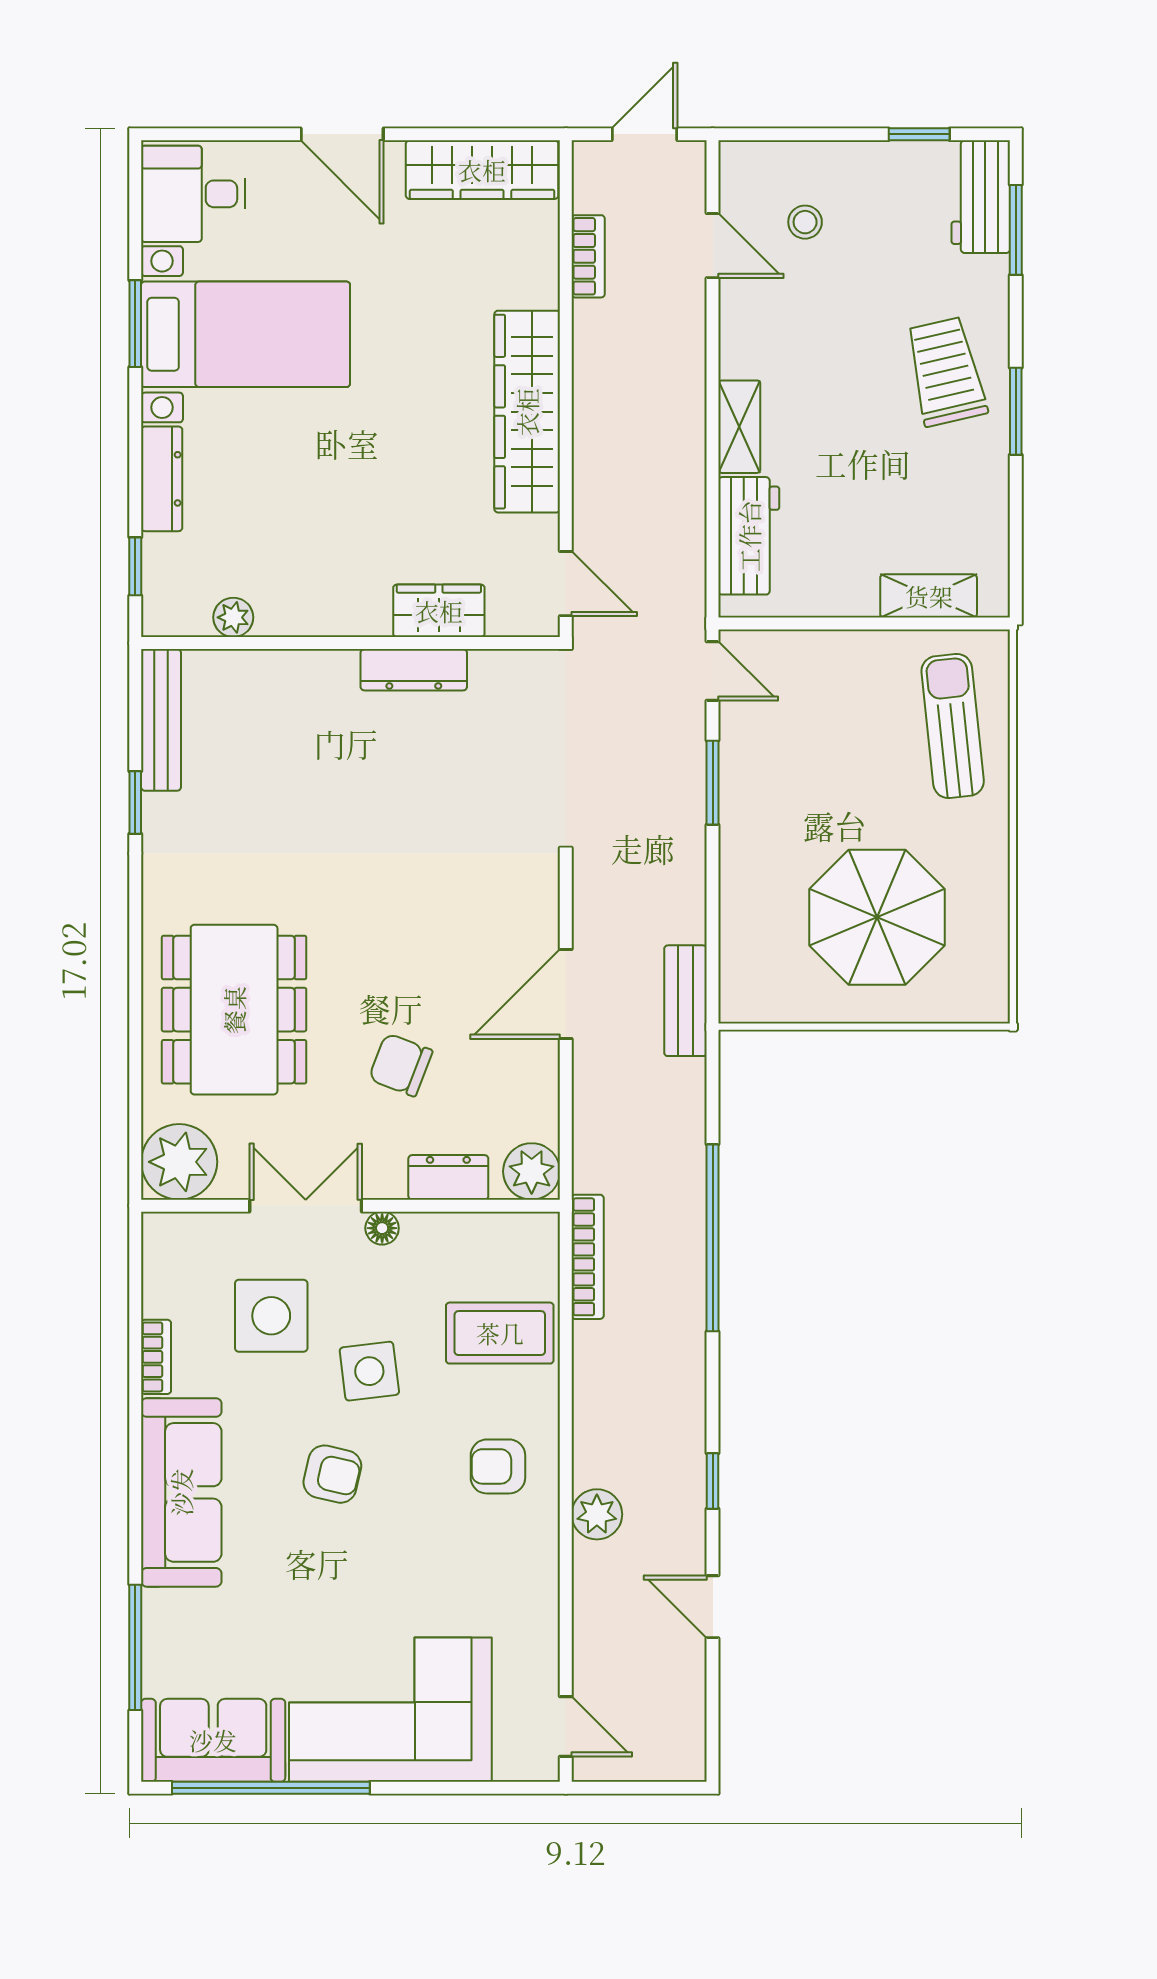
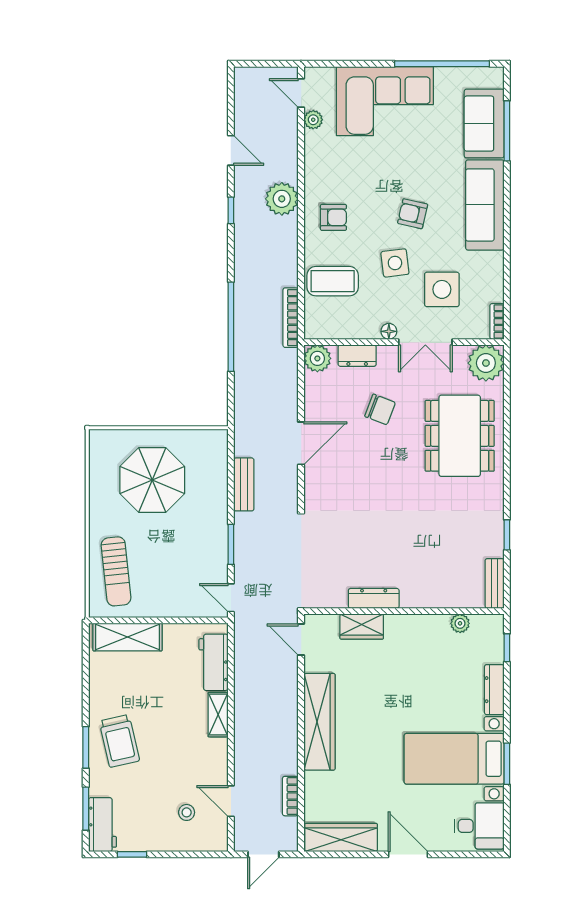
window: (1016, 411) -> (86, 747), moved
shelving: (929, 596) -> (128, 637), width x1.50, depth x1.33
bench: (161, 720) -> (495, 583), width x0.73
bench: (685, 1001) -> (244, 484), moved
bookcase: (156, 1357) -> (497, 321), moved
plant: (597, 1514) -> (282, 199), width x1.36, depth x1.36
plant: (540, 1671) -> (313, 120), added
sofa: (213, 1740) -> (484, 124), moved, turned 90

